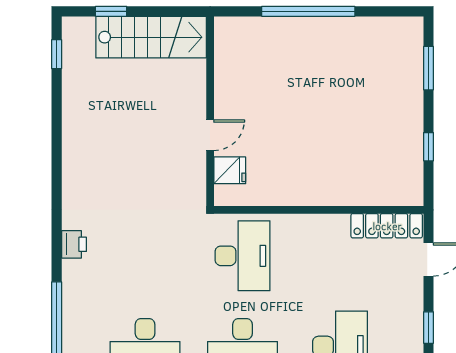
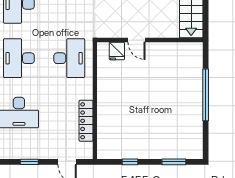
locker: (387, 226) -> (86, 121), moved
desk: (243, 256) -> (69, 58), turned -90

